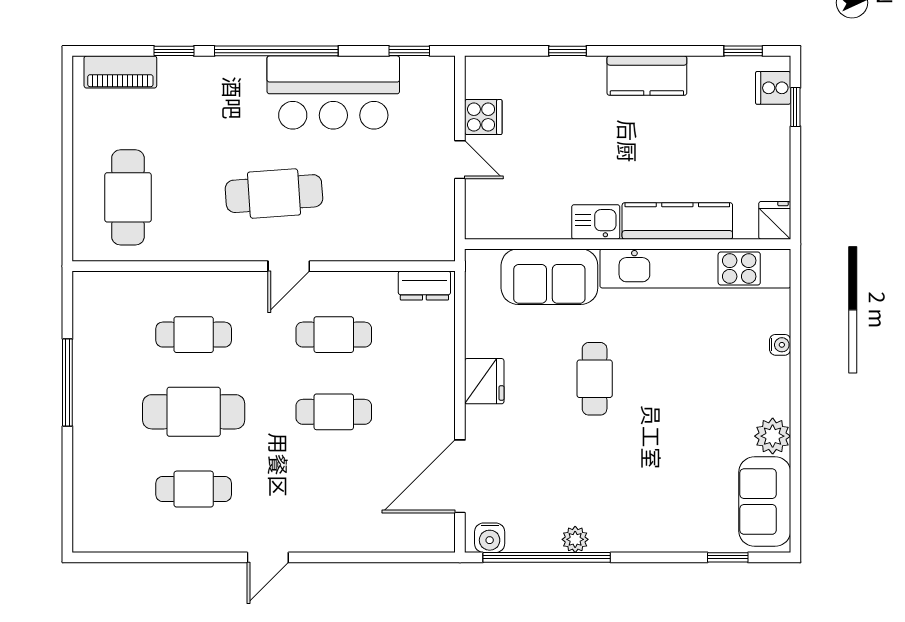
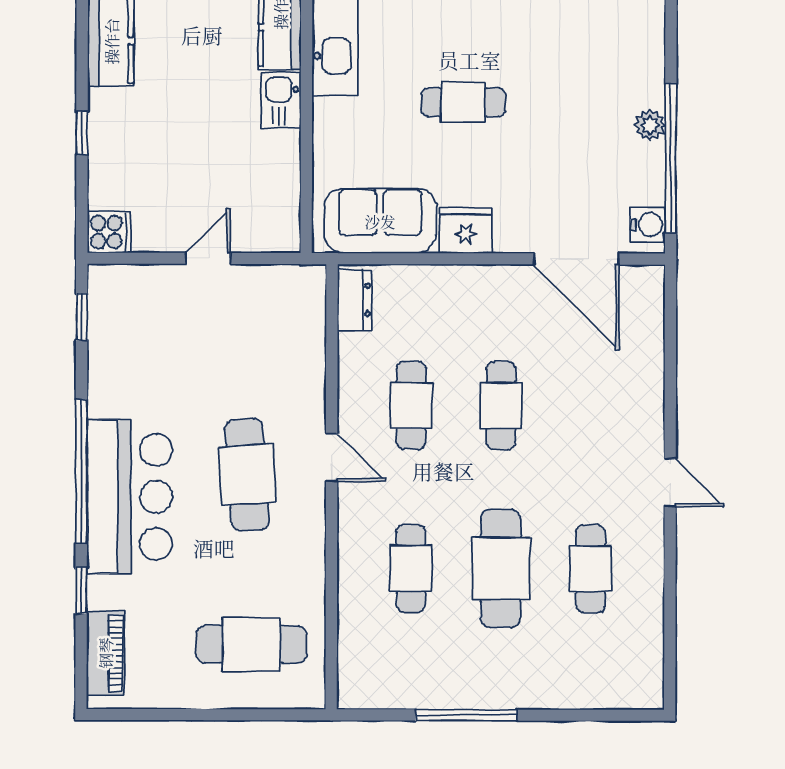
bar counter: (333, 92) -> (130, 497), moved
cooker: (483, 117) -> (109, 232), moved, turned 90
sofa: (549, 277) -> (380, 221), moved, turned -90

